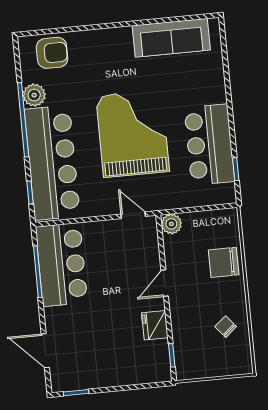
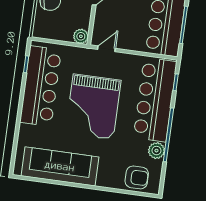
sofa: (171, 38) -> (60, 166), width x1.36, depth x1.27
armchair: (52, 53) -> (137, 177), turned 180
bar counter: (209, 145) -> (41, 86), width x1.36
door: (133, 215) -> (106, 49), swing flipped

